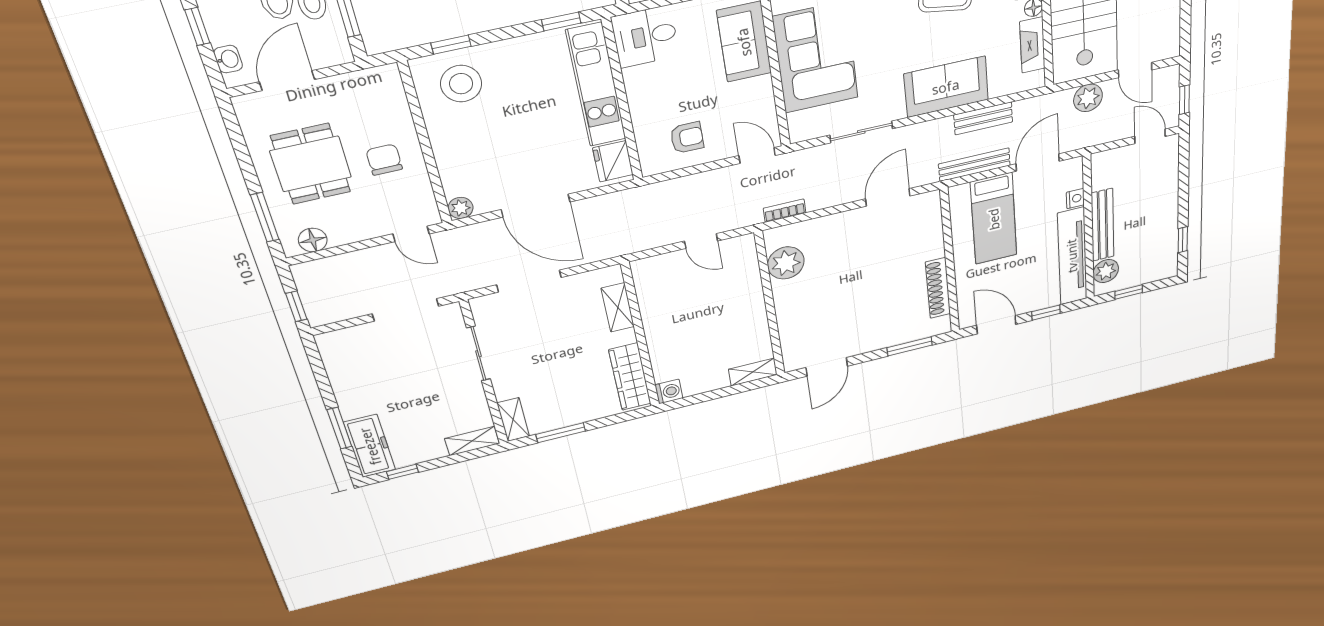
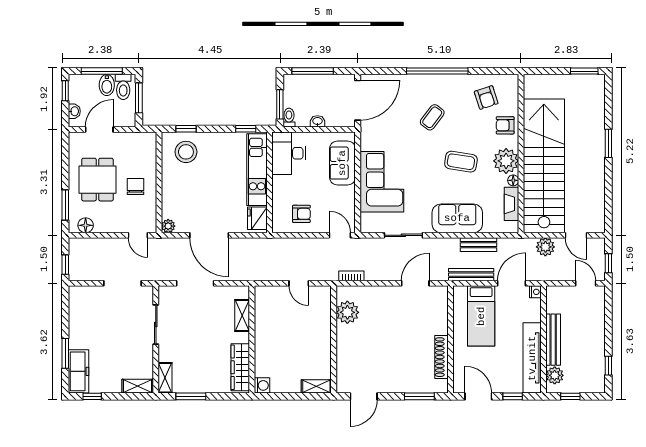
desk: (645, 37) -> (289, 153), width x1.37
nightstand: (1075, 198) -> (535, 292), moved

